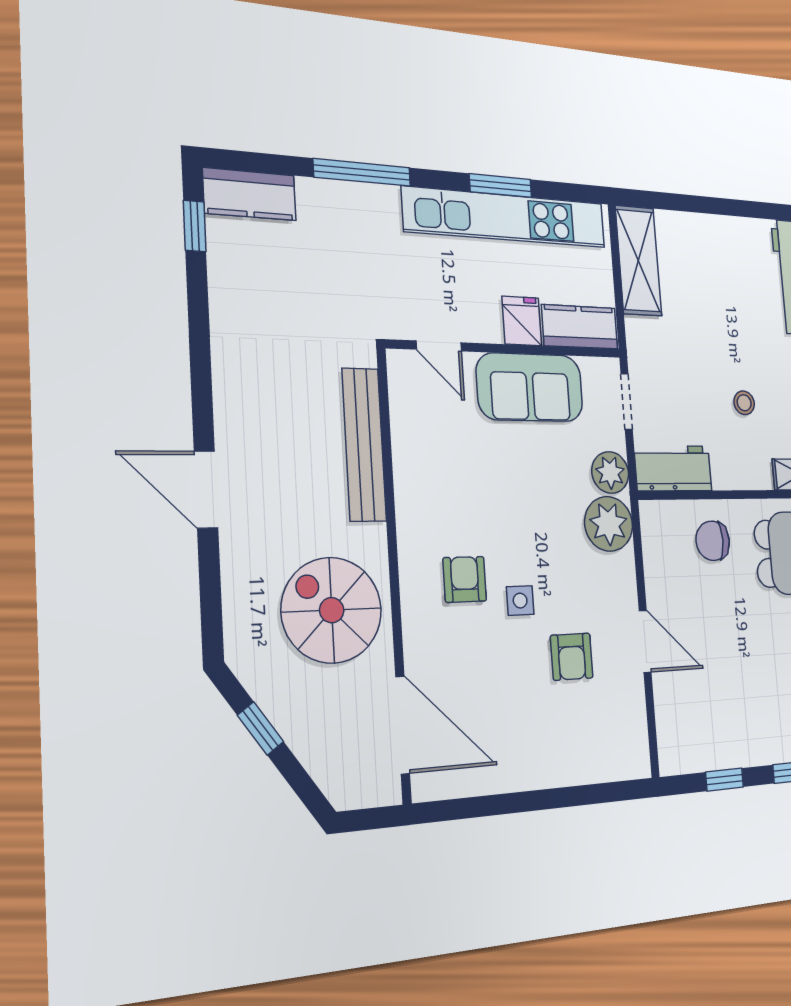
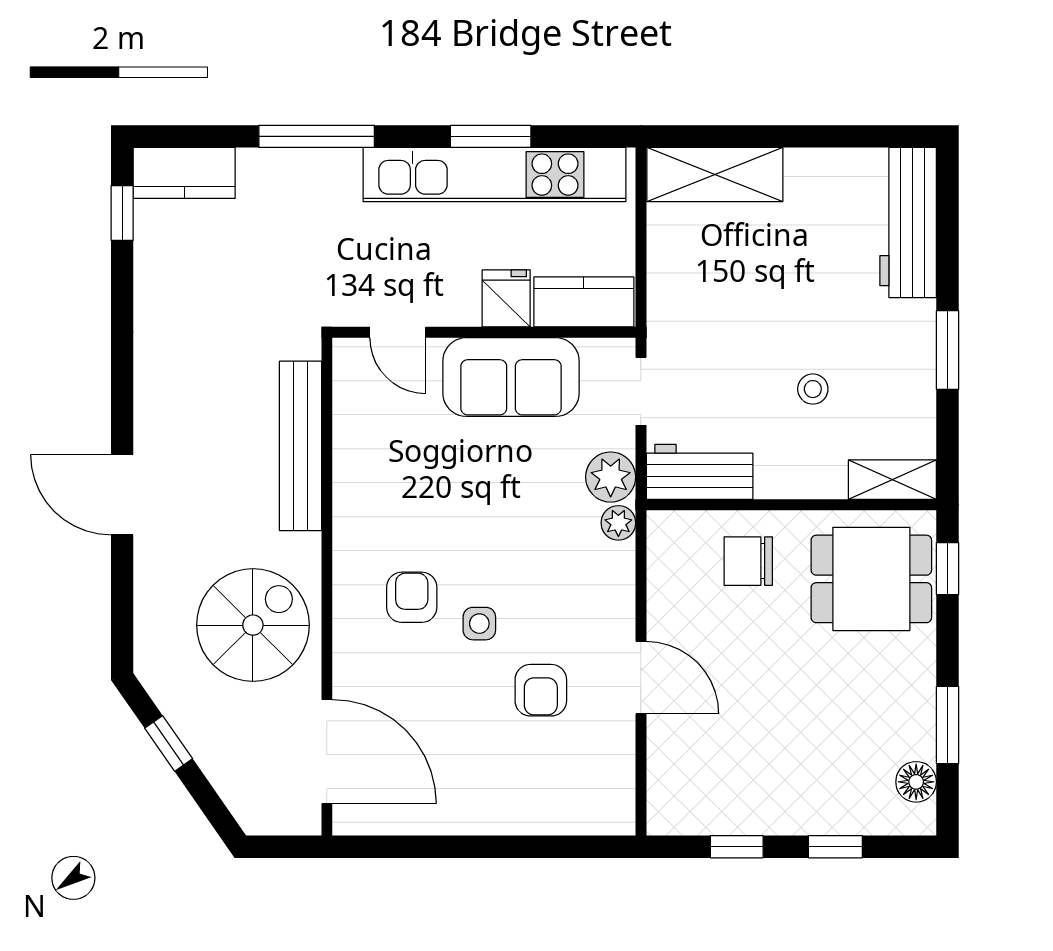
shelving: (638, 261) -> (715, 175), moved, turned 90
plant: (609, 524) -> (618, 523), width x0.53, depth x0.53
spiral stairs: (332, 610) -> (253, 625), turned 90

